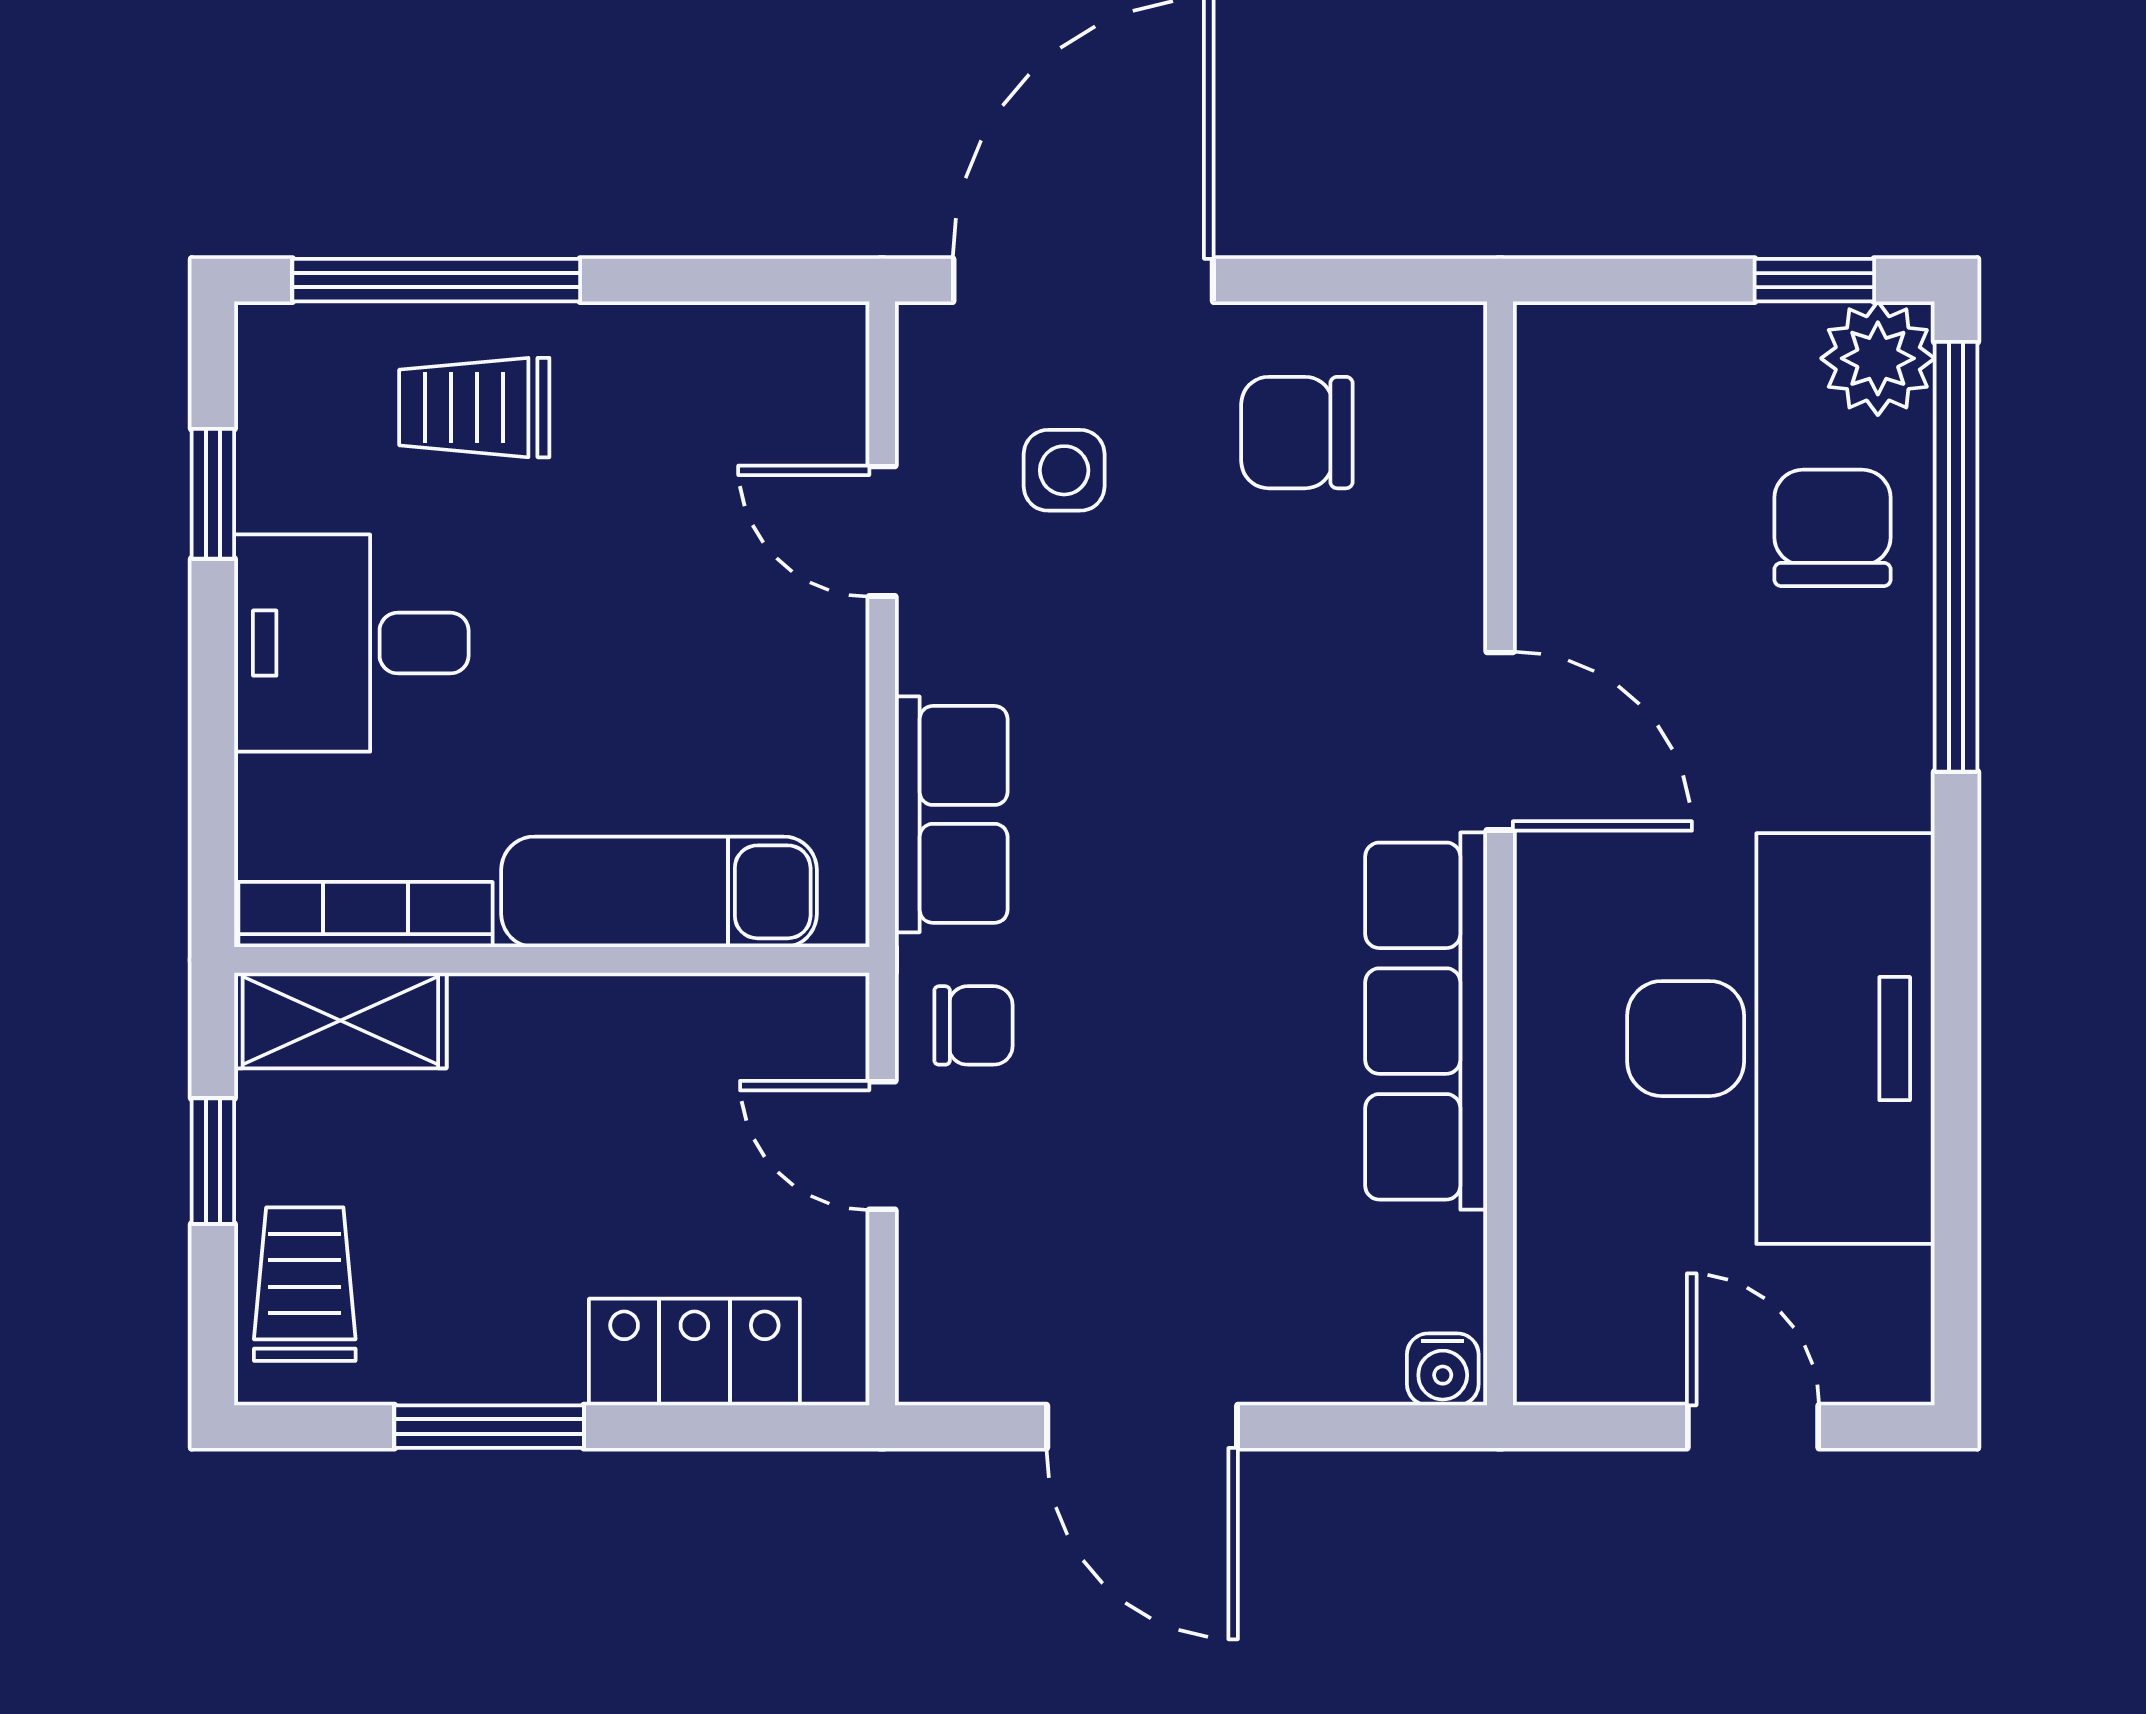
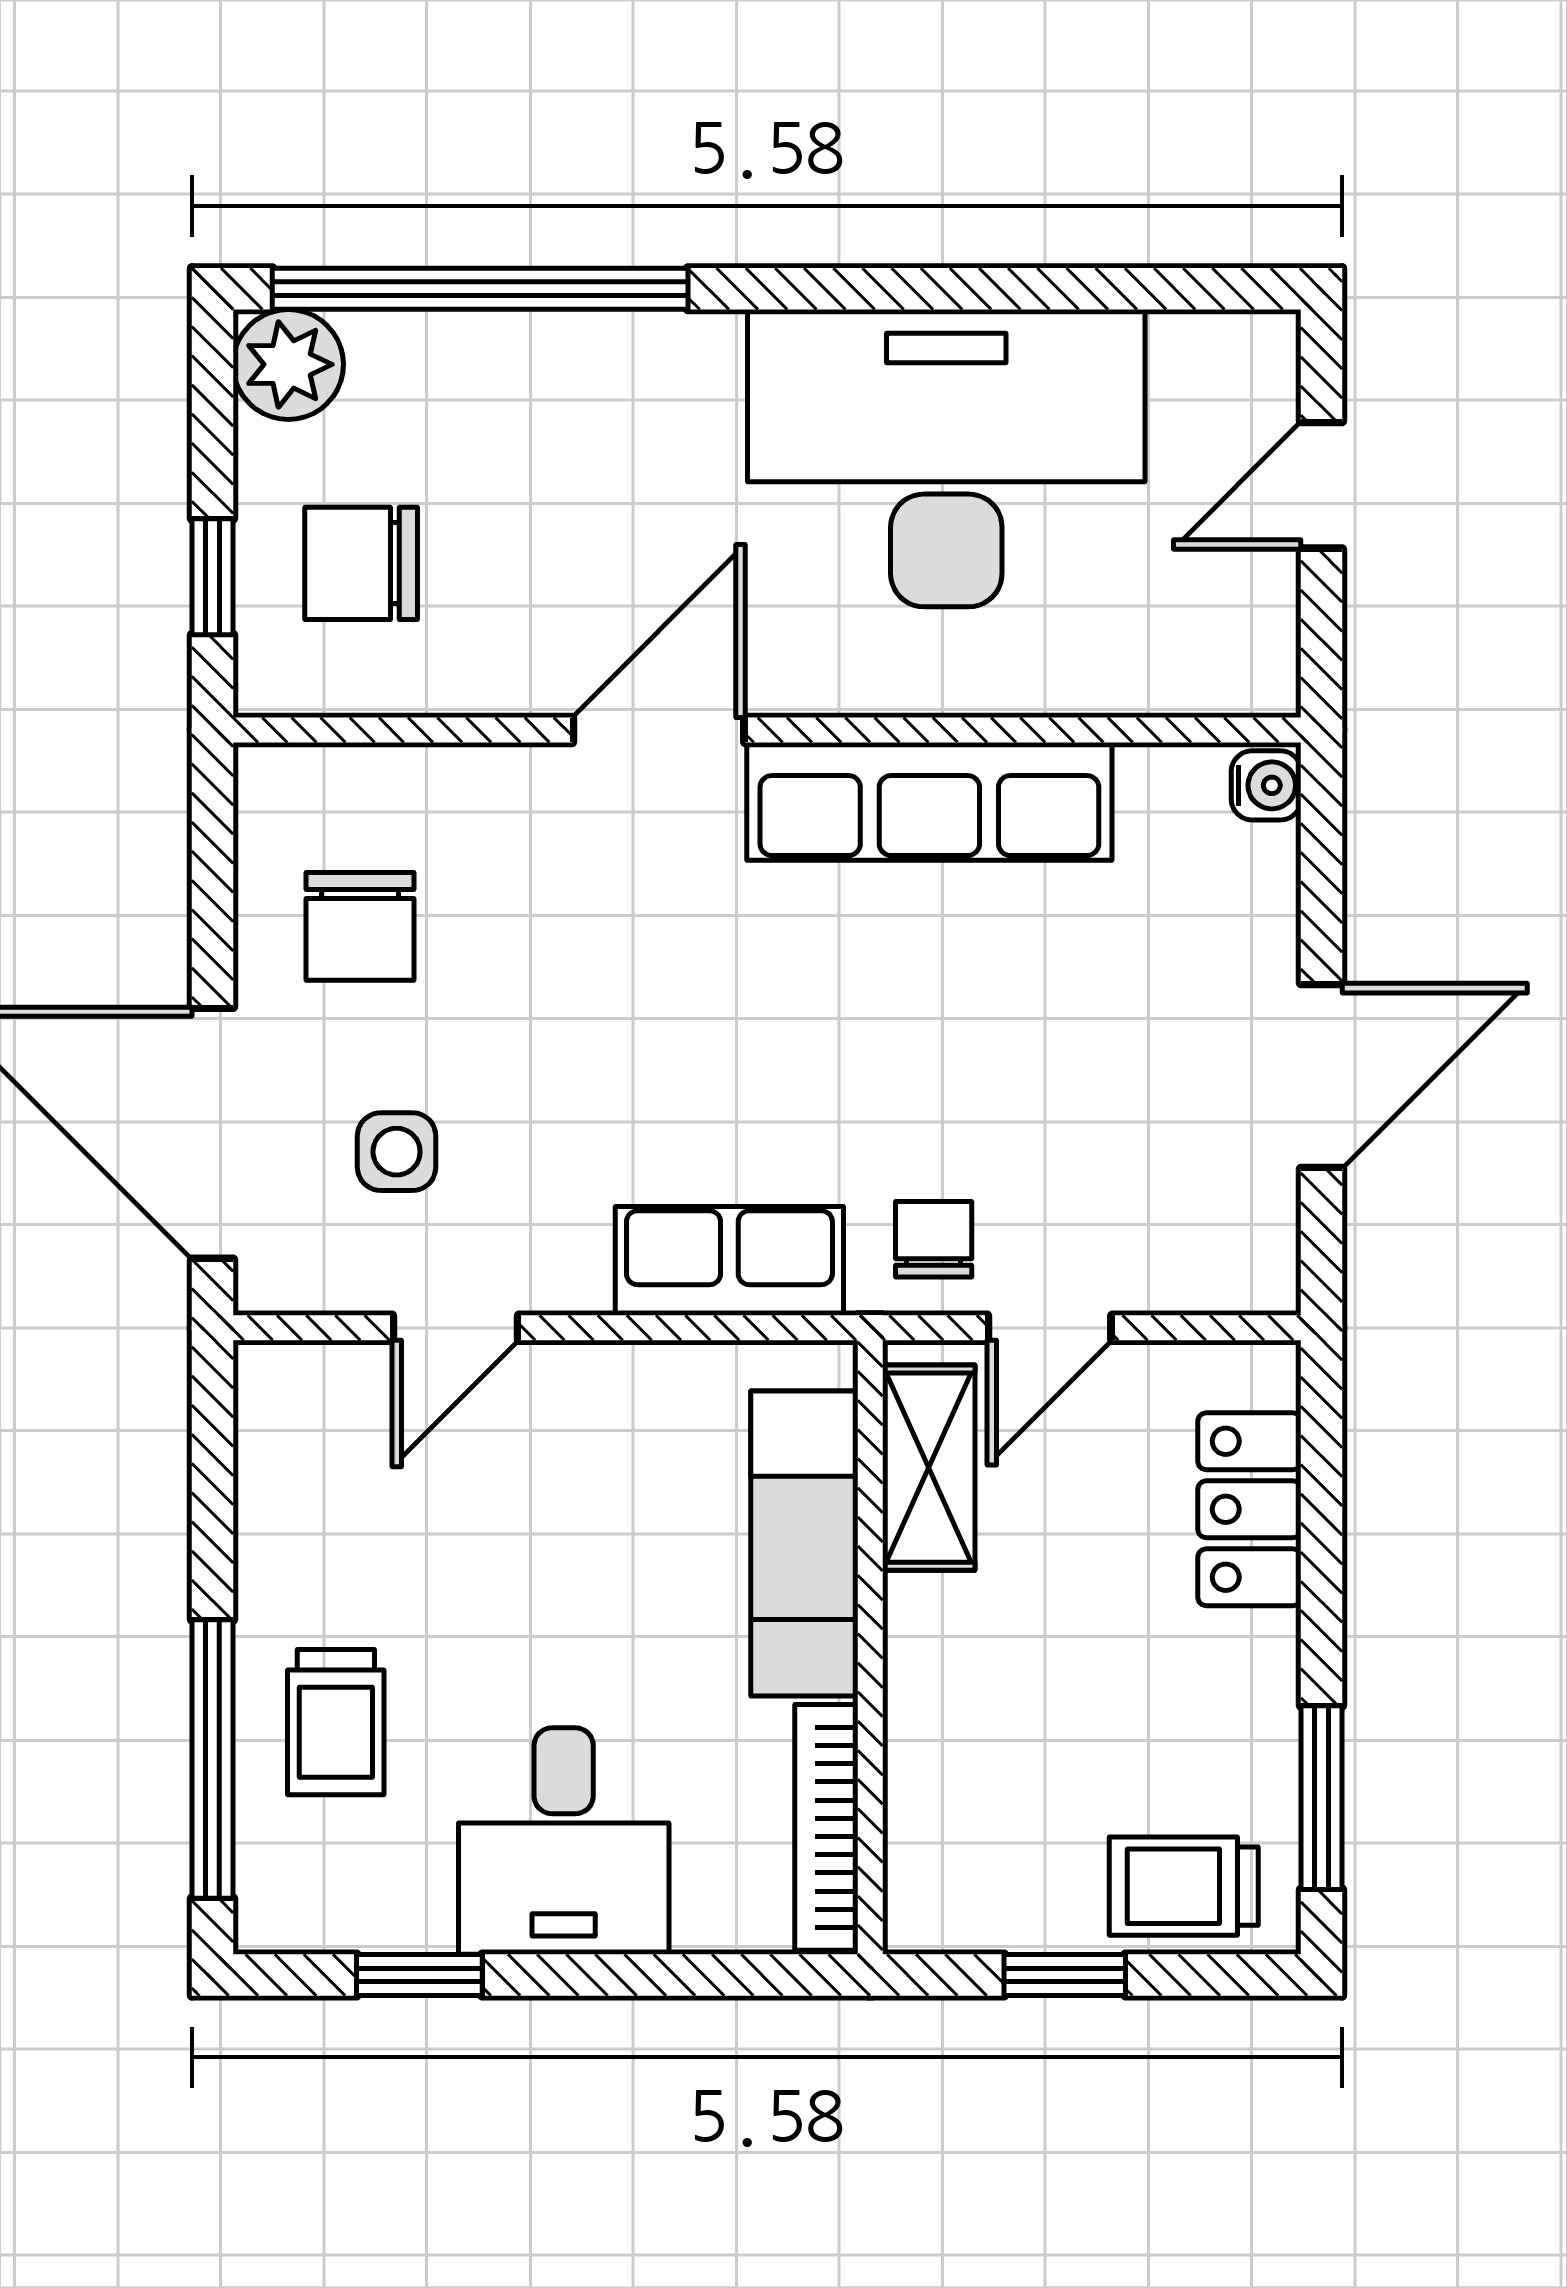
window: (1814, 280) -> (213, 577), moved
chair: (1833, 528) -> (361, 563), moved
shelving: (340, 1020) -> (929, 1468), moved
window: (489, 1427) -> (1322, 1798), moved

